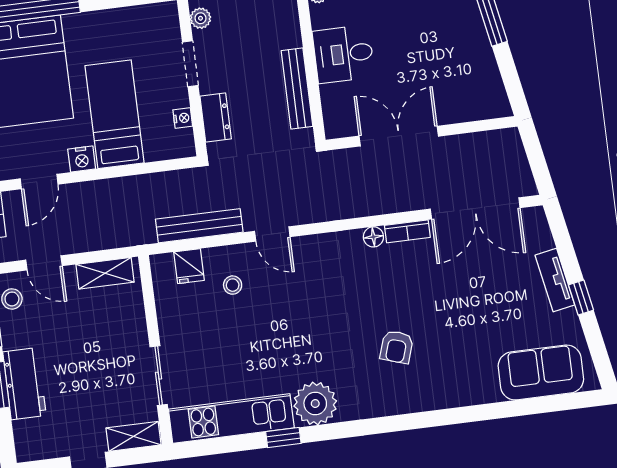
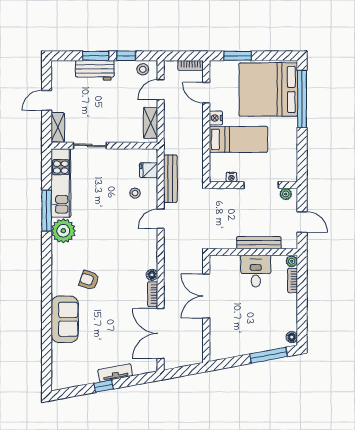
doorway: (190, 64) -> (261, 185), width x1.38
bench: (297, 89) -> (259, 243), moved
dresser: (216, 118) -> (229, 195), removed
double door: (399, 136) -> (206, 296), swing flipped
sofa: (541, 372) -> (65, 319), moved
window: (283, 438) -> (47, 211), width x2.17

